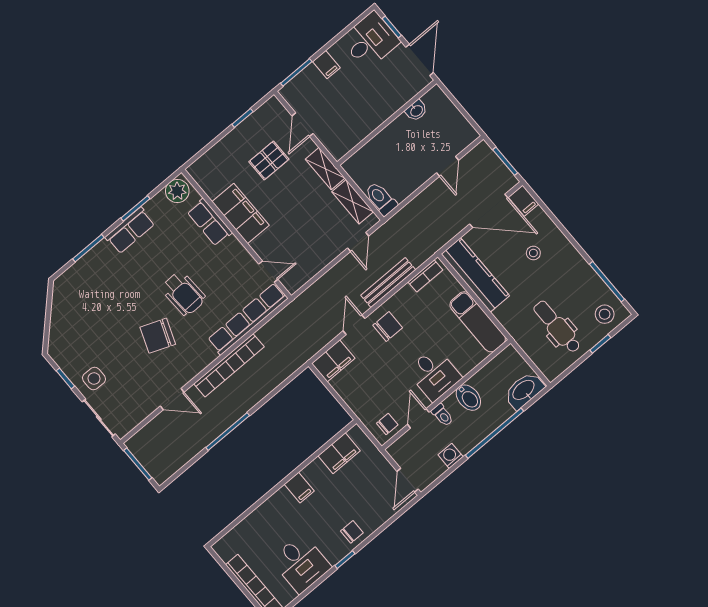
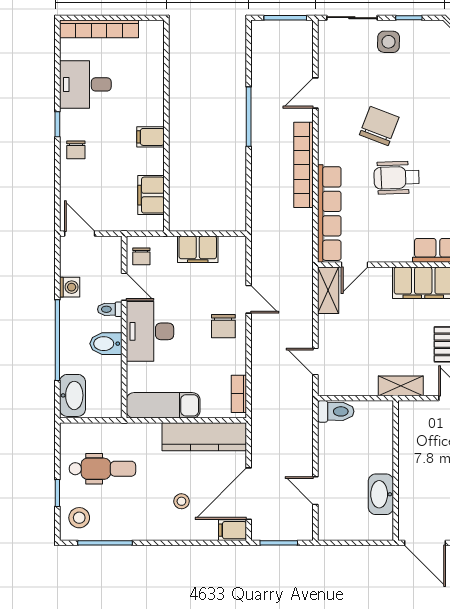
washbasin: (416, 111) -> (381, 494), width x1.91, depth x1.45
shelving: (353, 202) -> (328, 290), moved, turned 90
bench: (388, 283) -> (260, 358), removed
filing cabinet: (333, 361) -> (198, 249), moved, turned -90
desk: (434, 374) -> (150, 331), width x1.37

